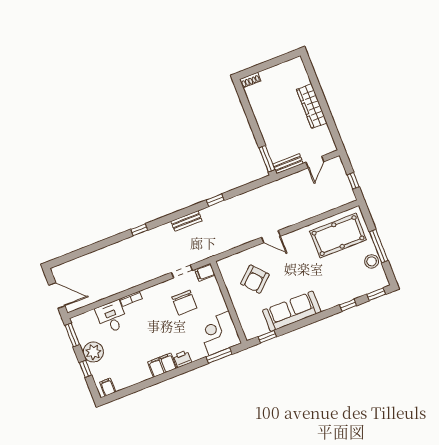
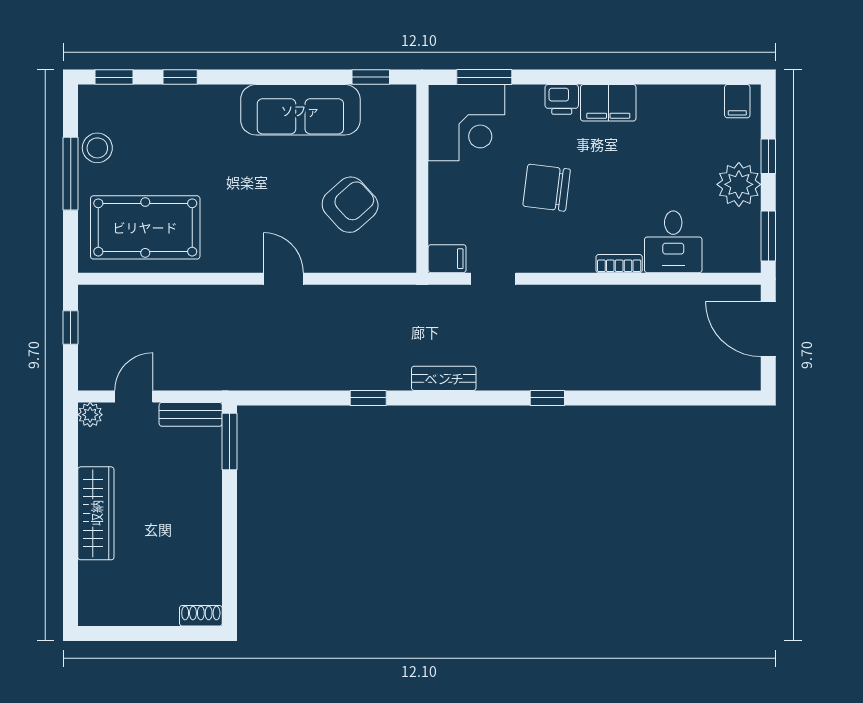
plant: (330, 147) -> (90, 415), added
chair: (184, 303) -> (547, 188), moved, turned -83

